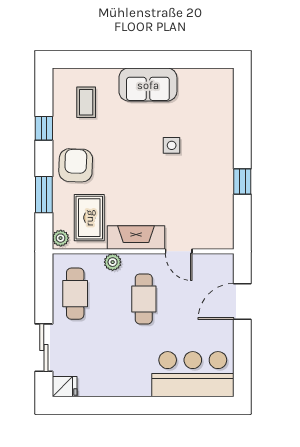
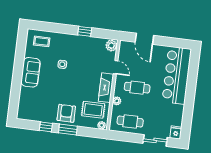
coffee table: (86, 102) -> (42, 41), moved
armchair: (76, 165) -> (66, 113), turned 88
window: (44, 195) -> (68, 130), moved
plant: (221, 238) -> (111, 46), added
door: (179, 251) -> (116, 67), hinge flipped
bar counter: (193, 374) -> (177, 75), width x1.36

